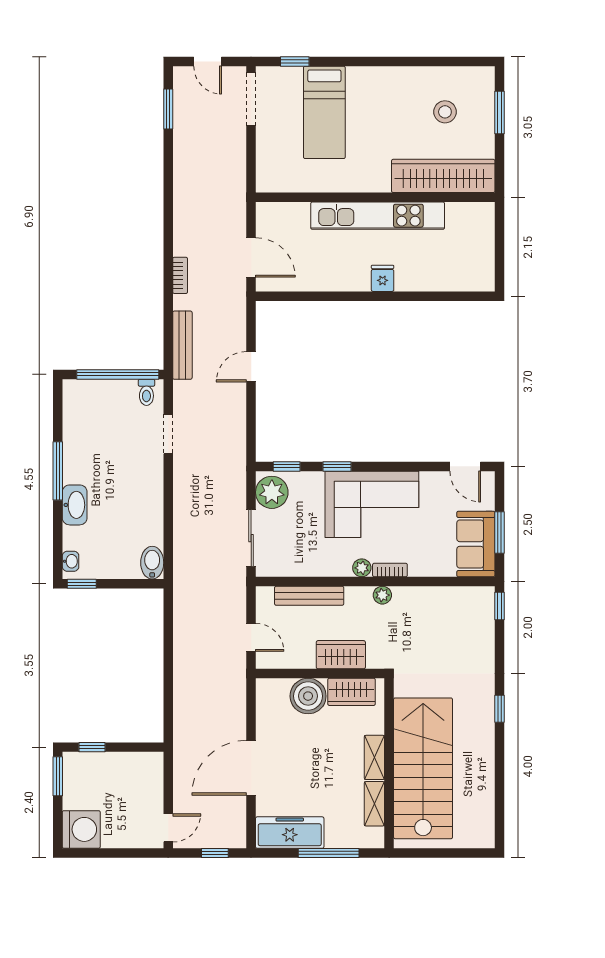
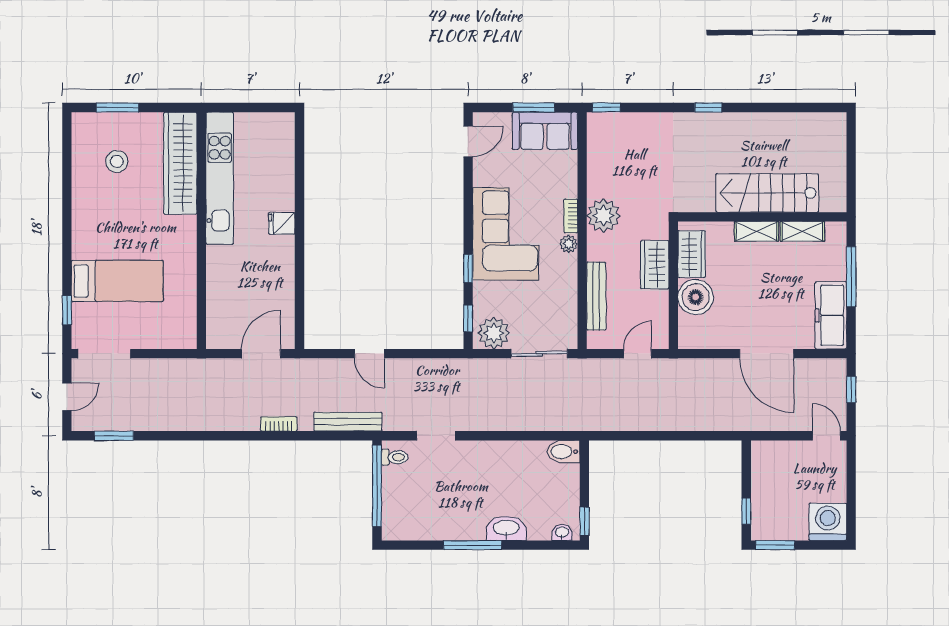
kitchen unit: (378, 216) -> (220, 178), moved
plant: (382, 595) -> (603, 216), width x1.87, depth x1.87
stairs: (423, 768) -> (767, 193), width x0.73, depth x0.66

